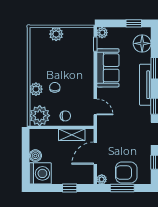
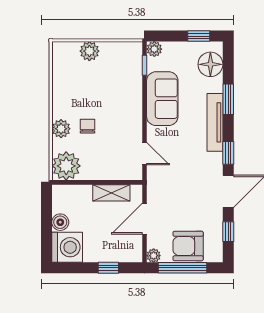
chair: (65, 116) -> (102, 166), removed
window: (122, 188) -> (183, 268), width x1.44

